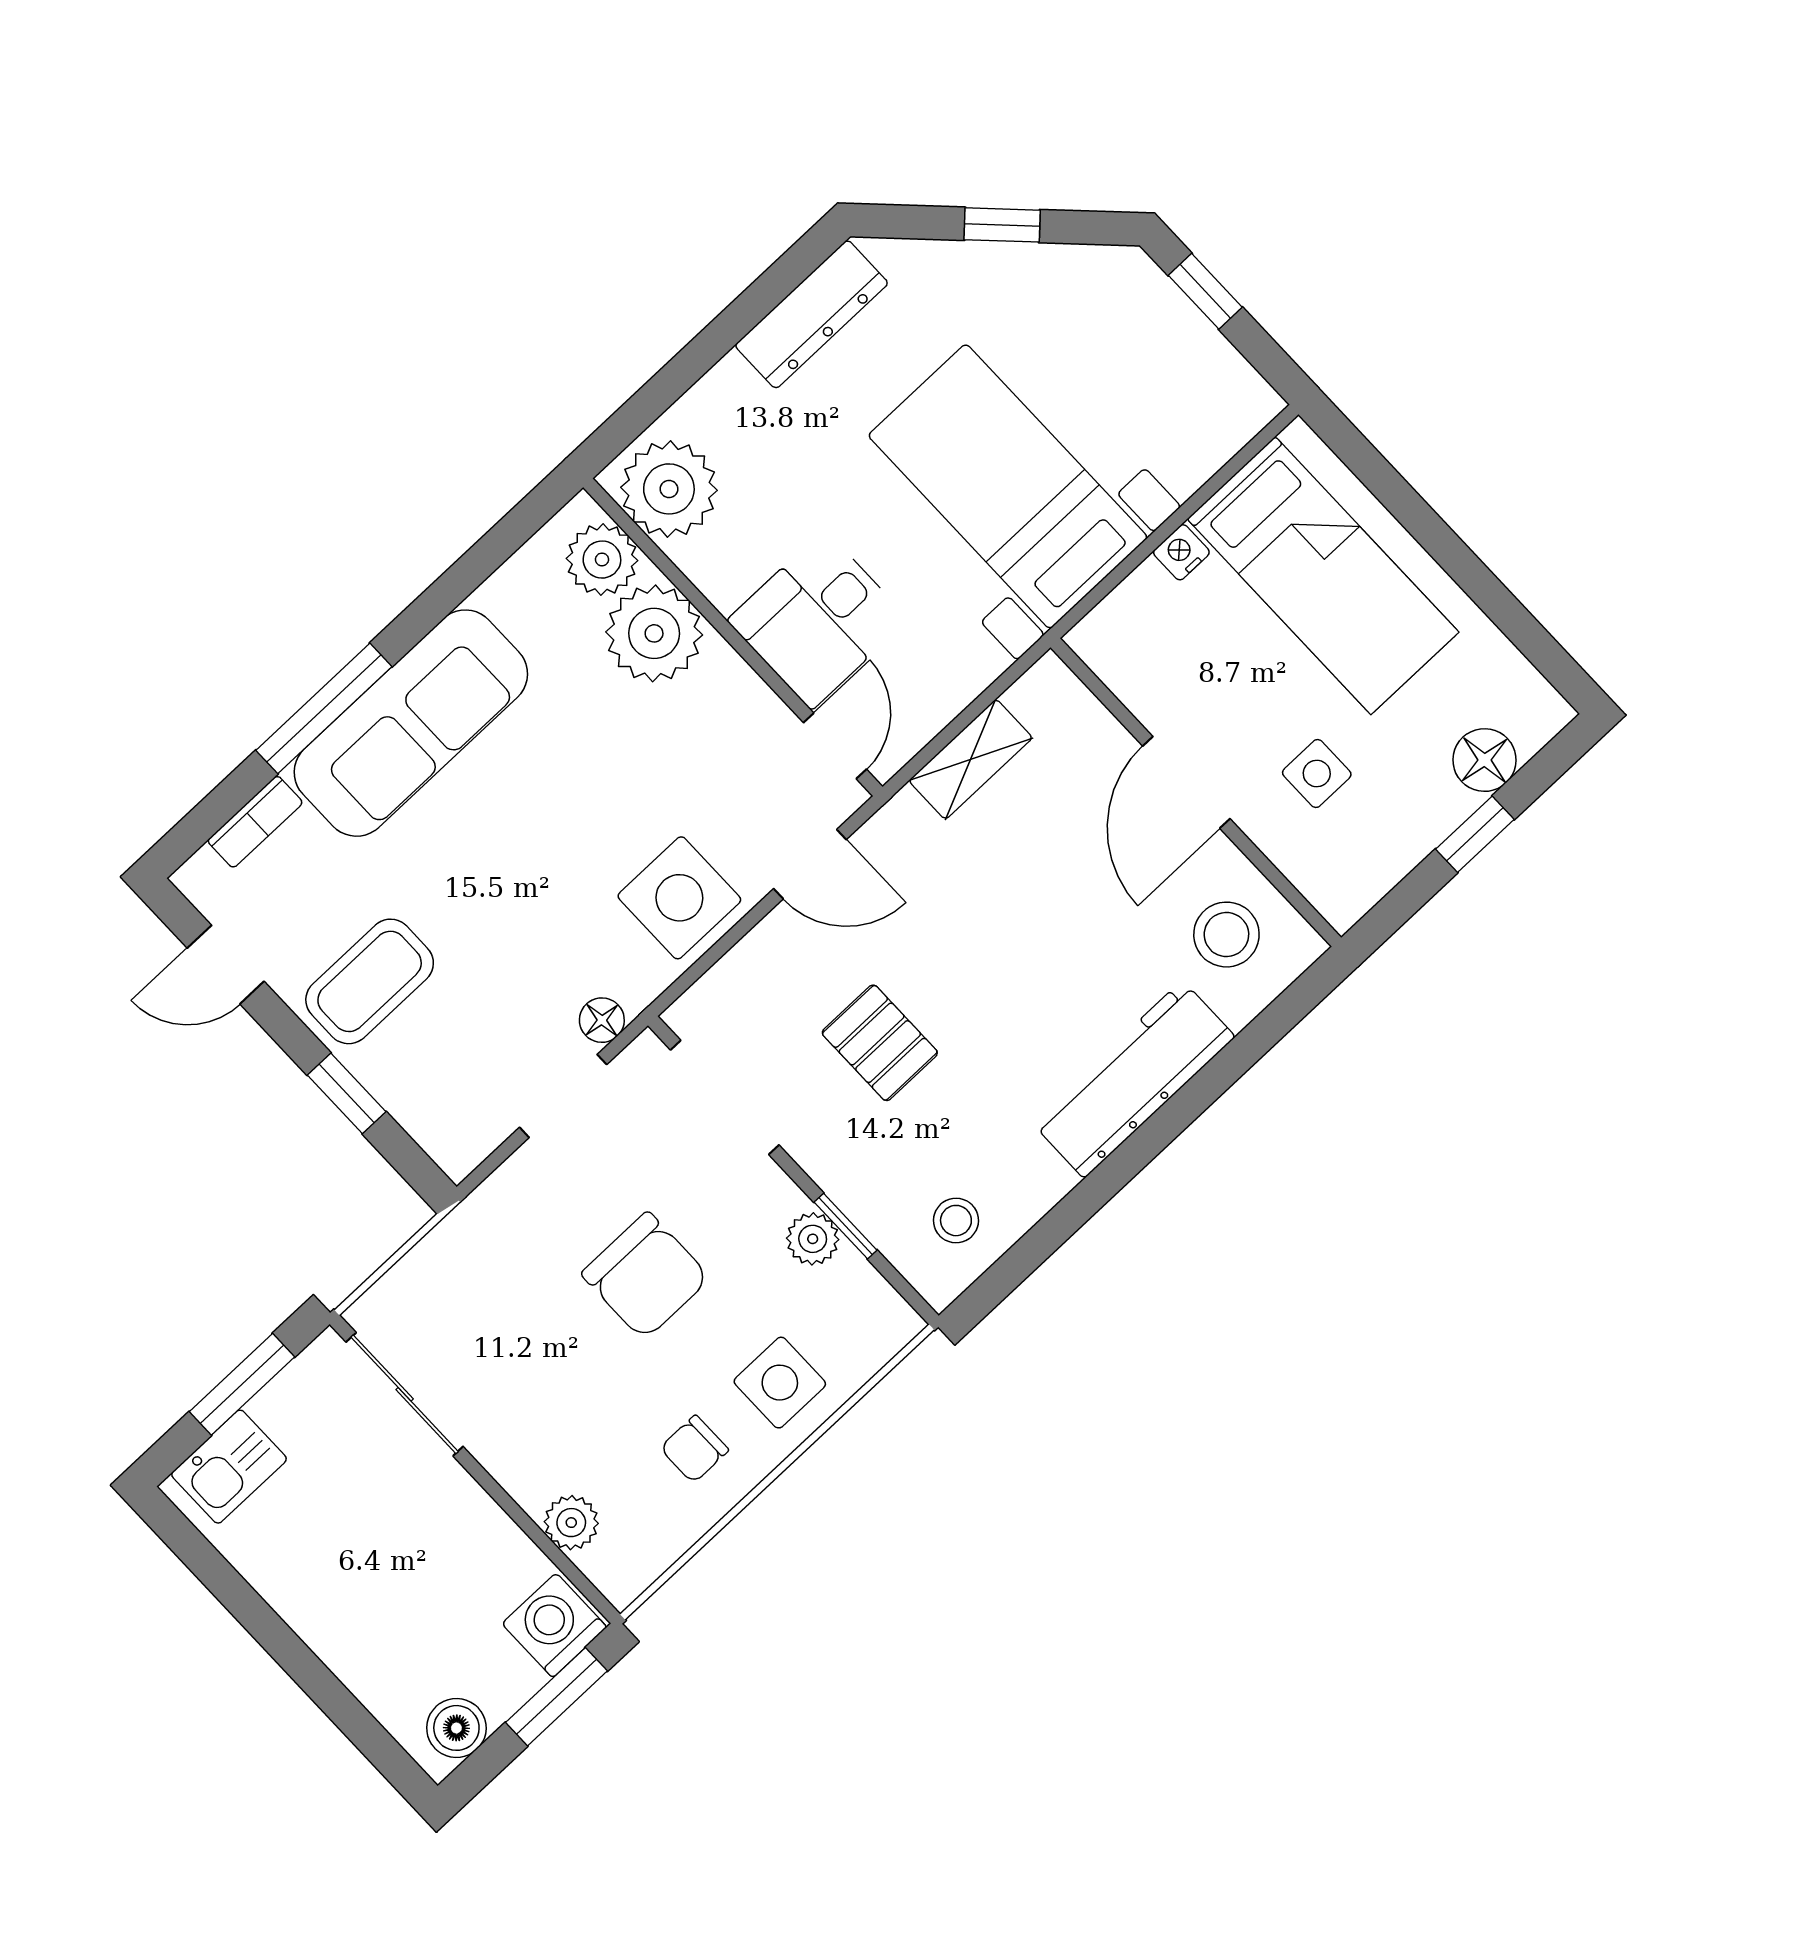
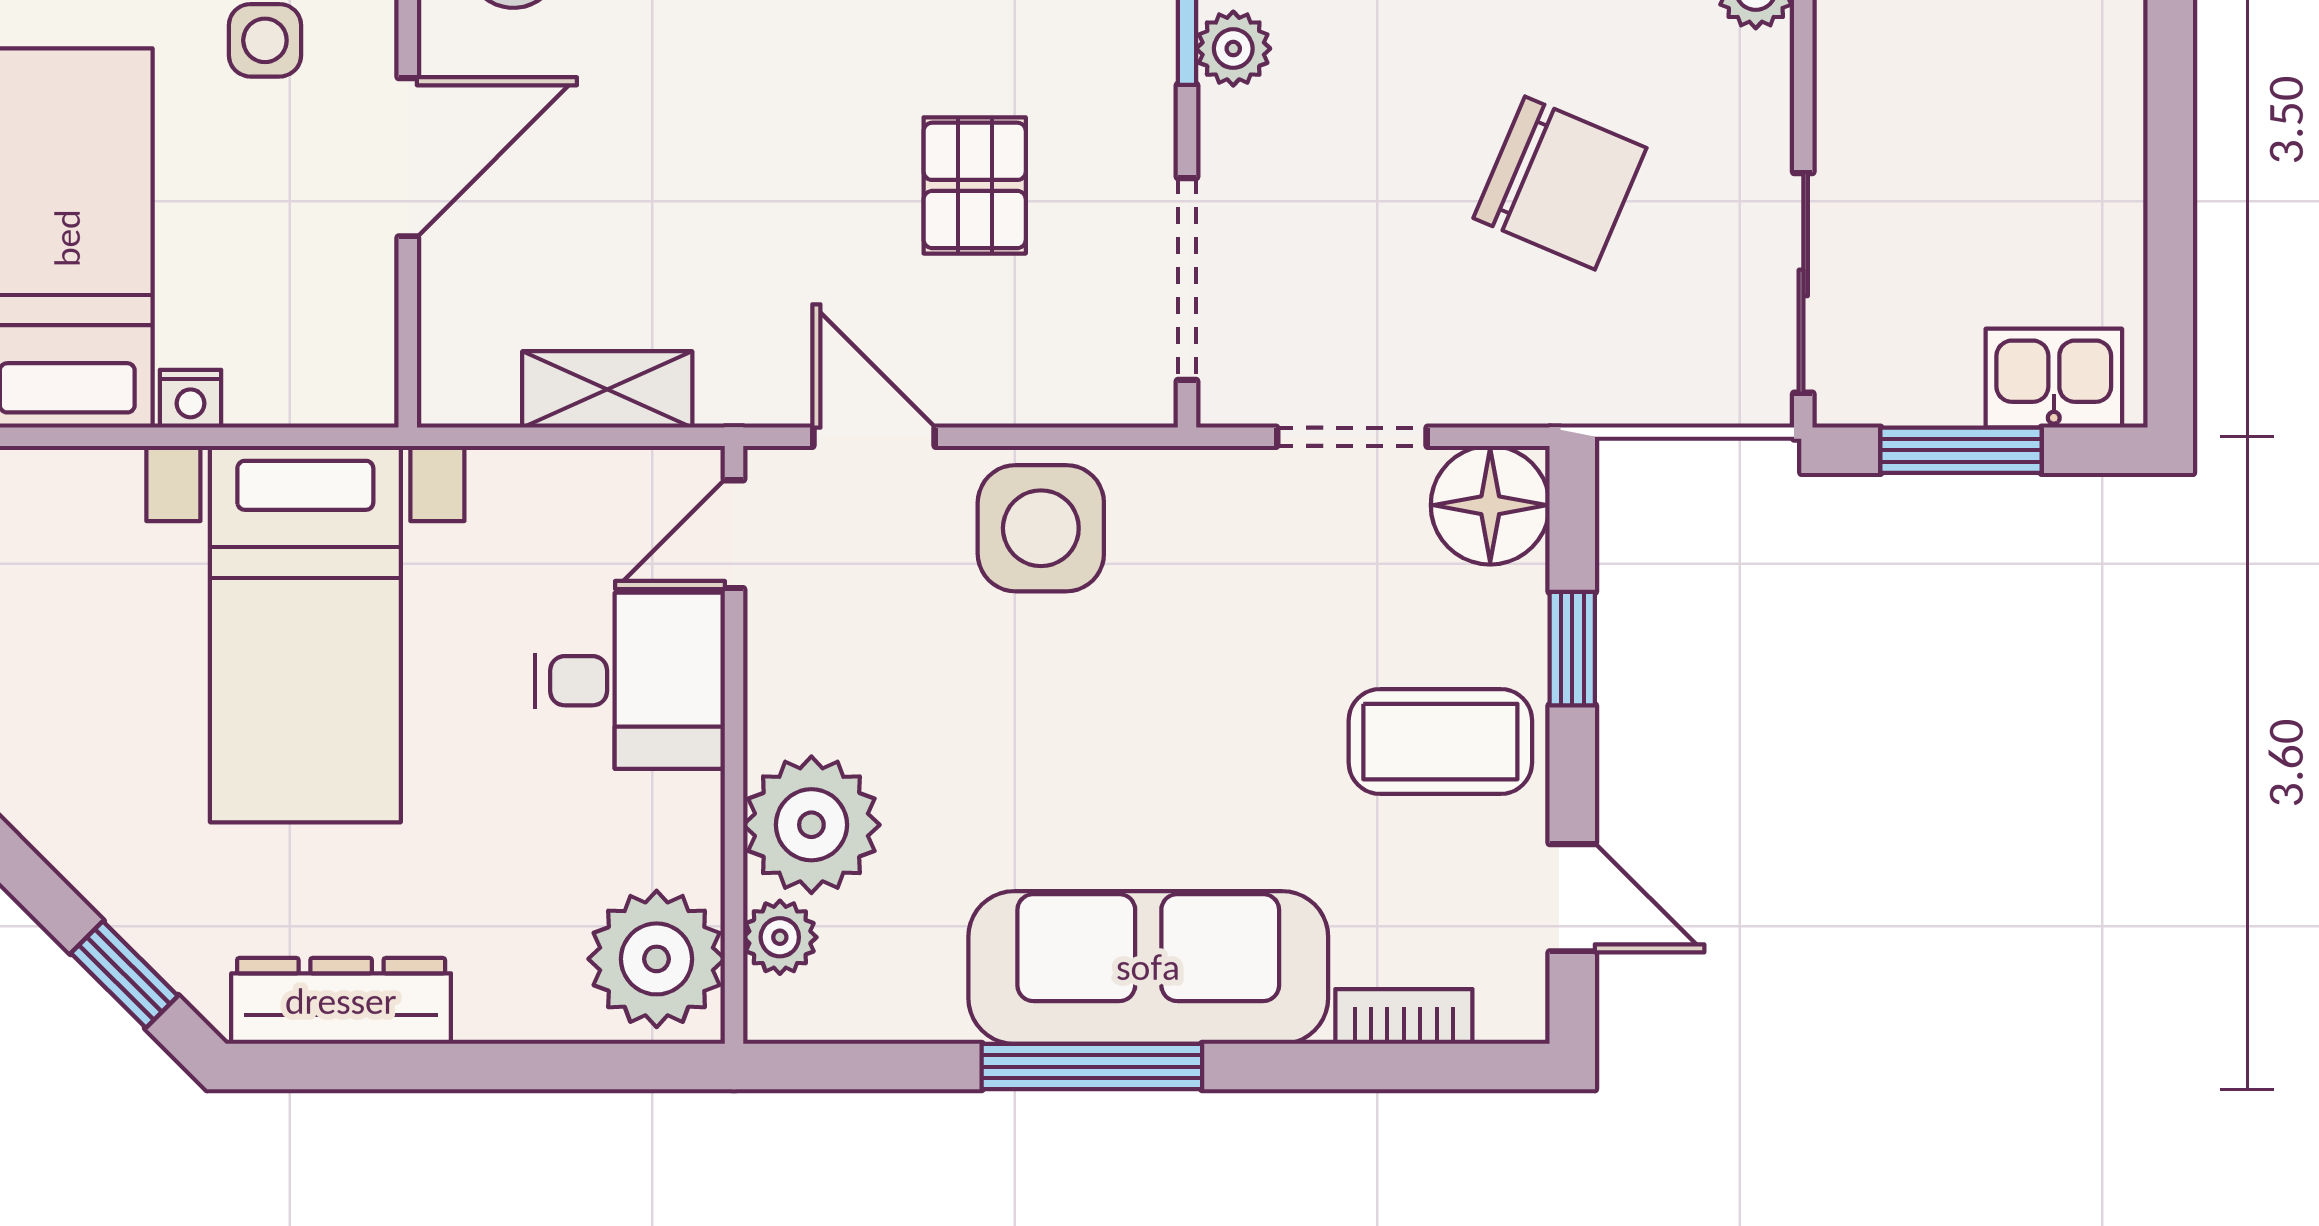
window: (1002, 225) -> (124, 974), moved
plant: (602, 560) -> (780, 937), width x0.73, depth x0.73
window: (324, 708) -> (1092, 1067), moved
floor lamp: (602, 1020) -> (1490, 505), moved, width x1.89, depth x1.89
chair: (646, 1276) -> (1560, 183), moved, turned 113

